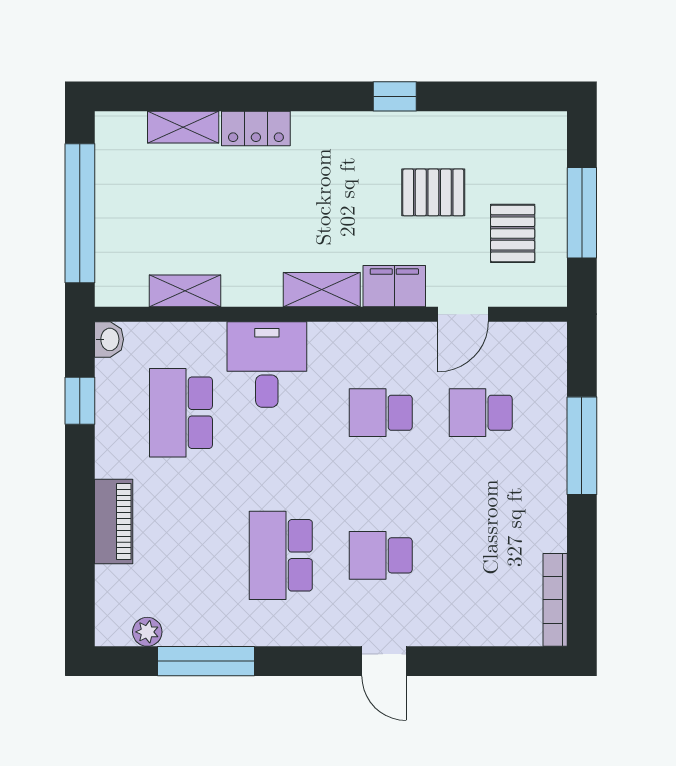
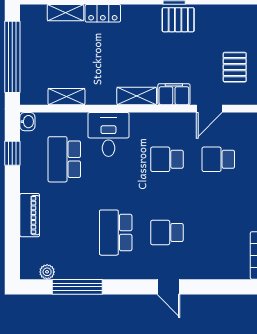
pallet: (433, 192) -> (178, 20), moved

